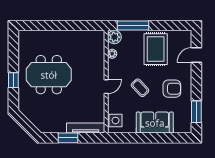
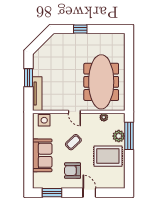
plant: (114, 37) -> (119, 136), moved
door: (196, 55) -> (89, 193), moved
meeting table: (49, 75) -> (101, 82), moved, width x1.36
armchair: (172, 89) -> (73, 171), turned 90

